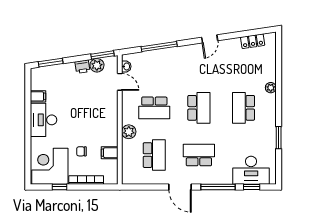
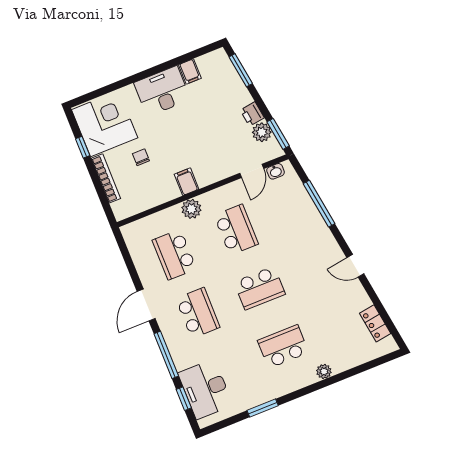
school desk: (154, 108) -> (236, 230), turned 180
filing cabinet: (110, 153) -> (187, 182), moved
school desk: (154, 155) -> (174, 255), turned 90

